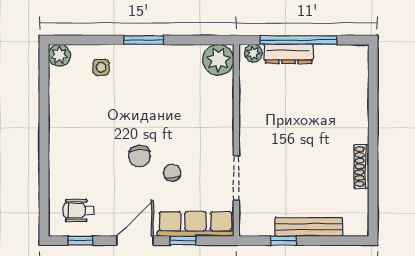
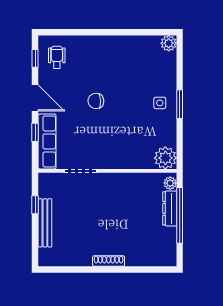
side table: (101, 67) -> (160, 103), moved
shoe rack: (361, 167) -> (109, 261), moved
chair: (172, 173) -> (84, 125), removed

